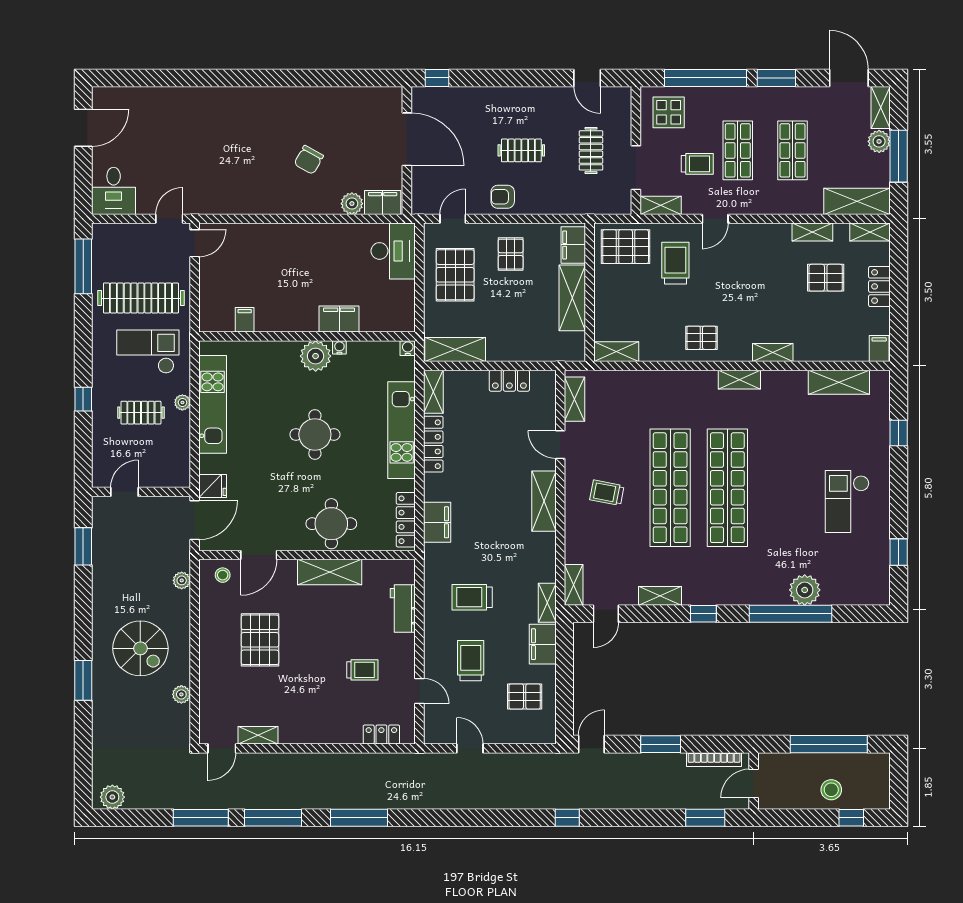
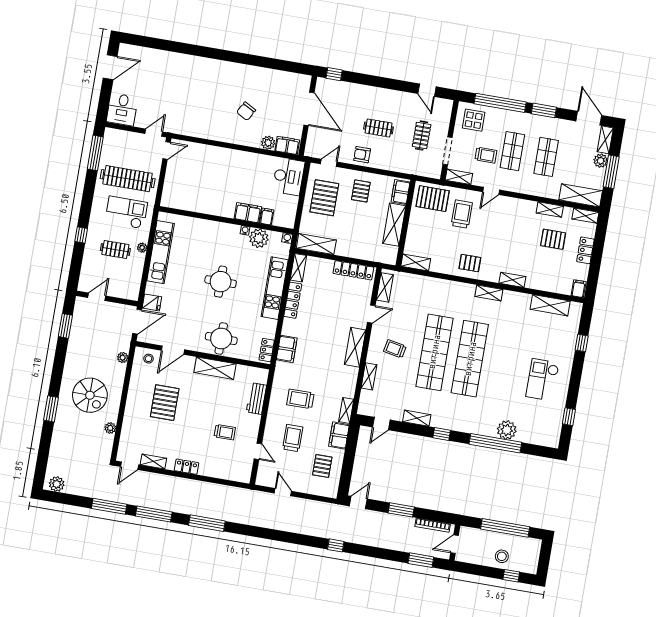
filing cabinet: (245, 320) -> (267, 217), moved
plant: (316, 356) -> (259, 238), moved
locker: (509, 381) -> (353, 270), width x1.53
door: (560, 445) -> (371, 314), swing flipped
locker: (406, 520) -> (267, 350), width x0.66
shelving: (574, 585) -> (369, 376), moved
pallet: (525, 696) -> (322, 466), turned 90
locker: (381, 734) -> (187, 467), moved

